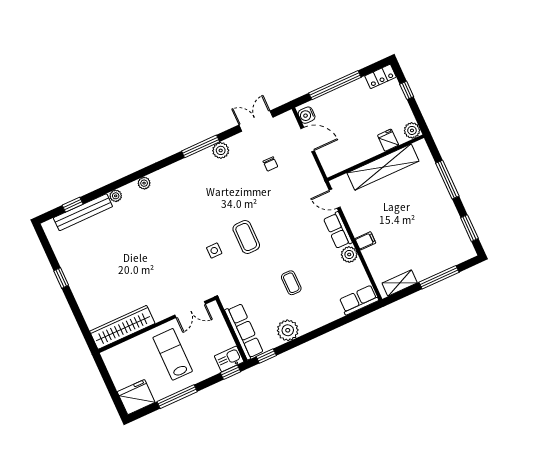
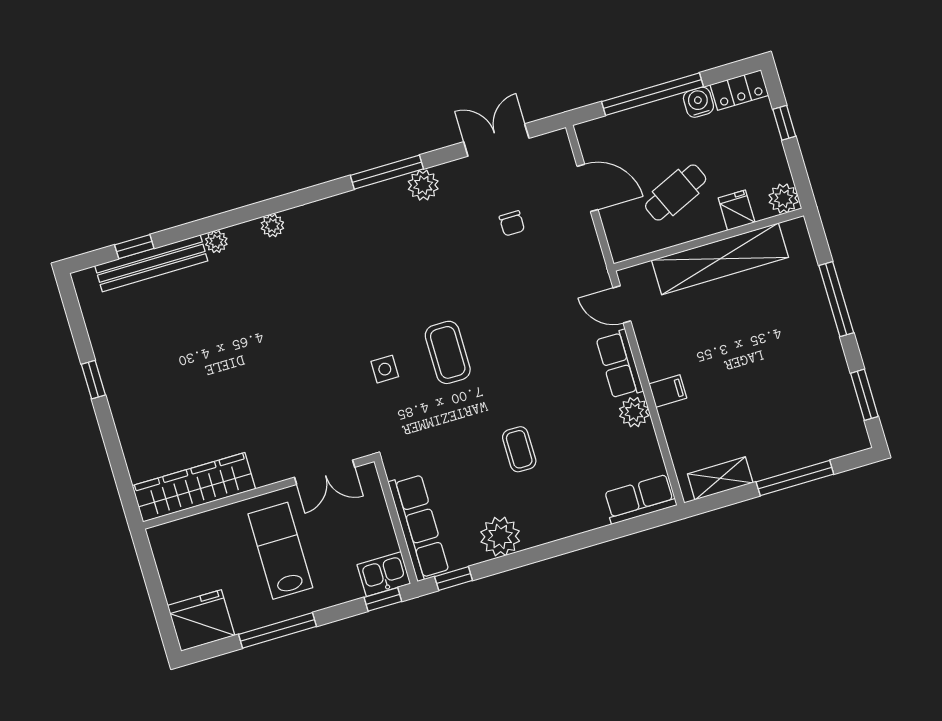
water cooler: (307, 115) -> (698, 102), moved, turned 90
cafe table: (355, 135) -> (676, 193), added

